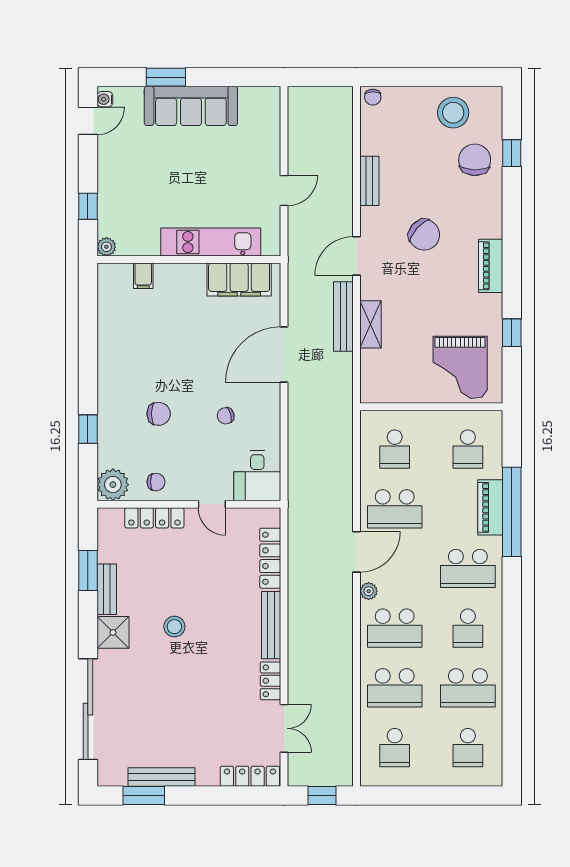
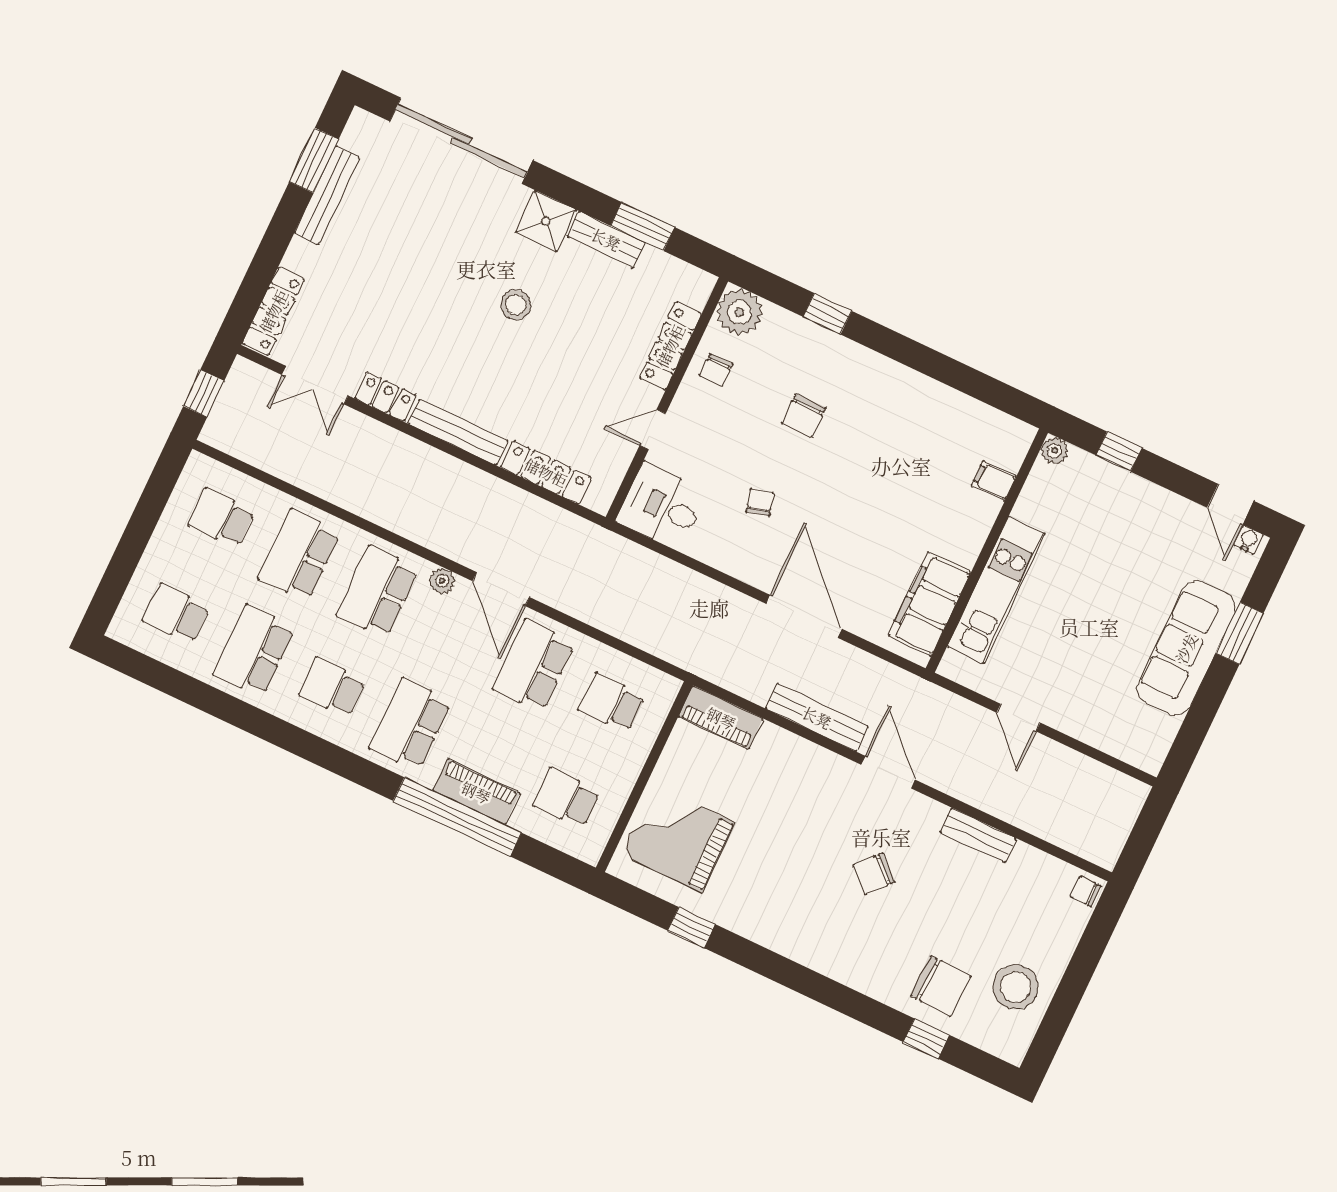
chair: (424, 235) -> (874, 874), width x0.73, depth x0.73
piano: (491, 266) -> (721, 718), moved, turned 180
shelving: (371, 324) -> (790, 748), removed

